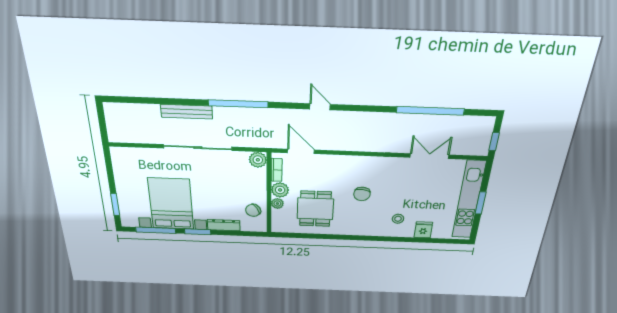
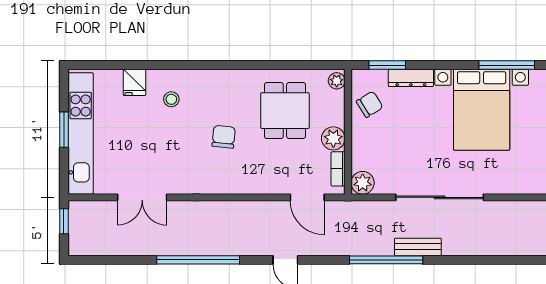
window: (430, 111) -> (198, 260), moved
bench: (187, 112) -> (418, 247), moved, width x0.73
plant: (277, 203) -> (337, 81), moved
window: (198, 232) -> (387, 65), moved

